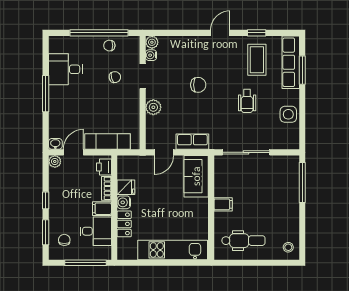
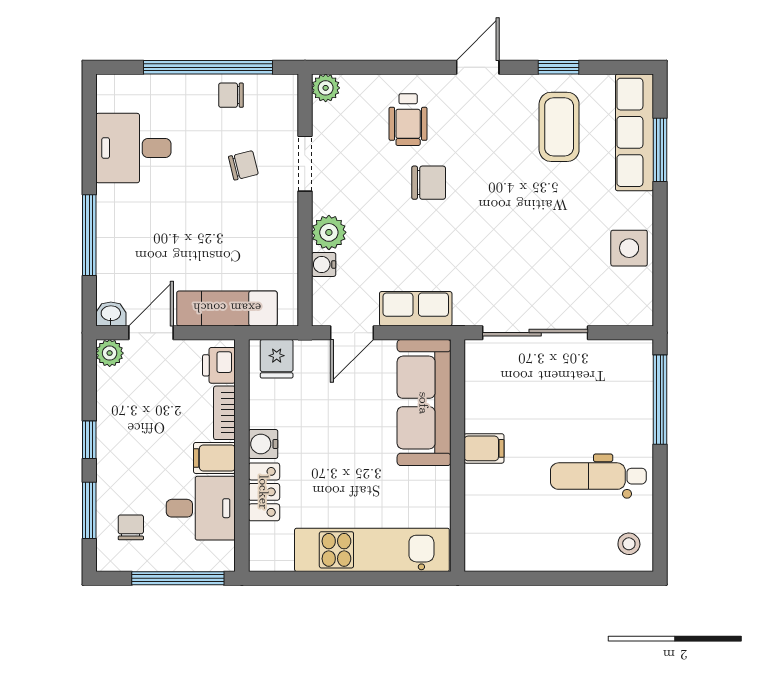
water cooler: (151, 55) -> (324, 264), moved
window: (46, 94) -> (89, 235), moved
wheelchair: (247, 101) -> (408, 120), moved
sofa: (196, 176) -> (424, 403), width x1.36
fridge: (126, 187) -> (277, 359), moved, turned 90
dental chair: (243, 241) -> (598, 476), moved, turned 180

